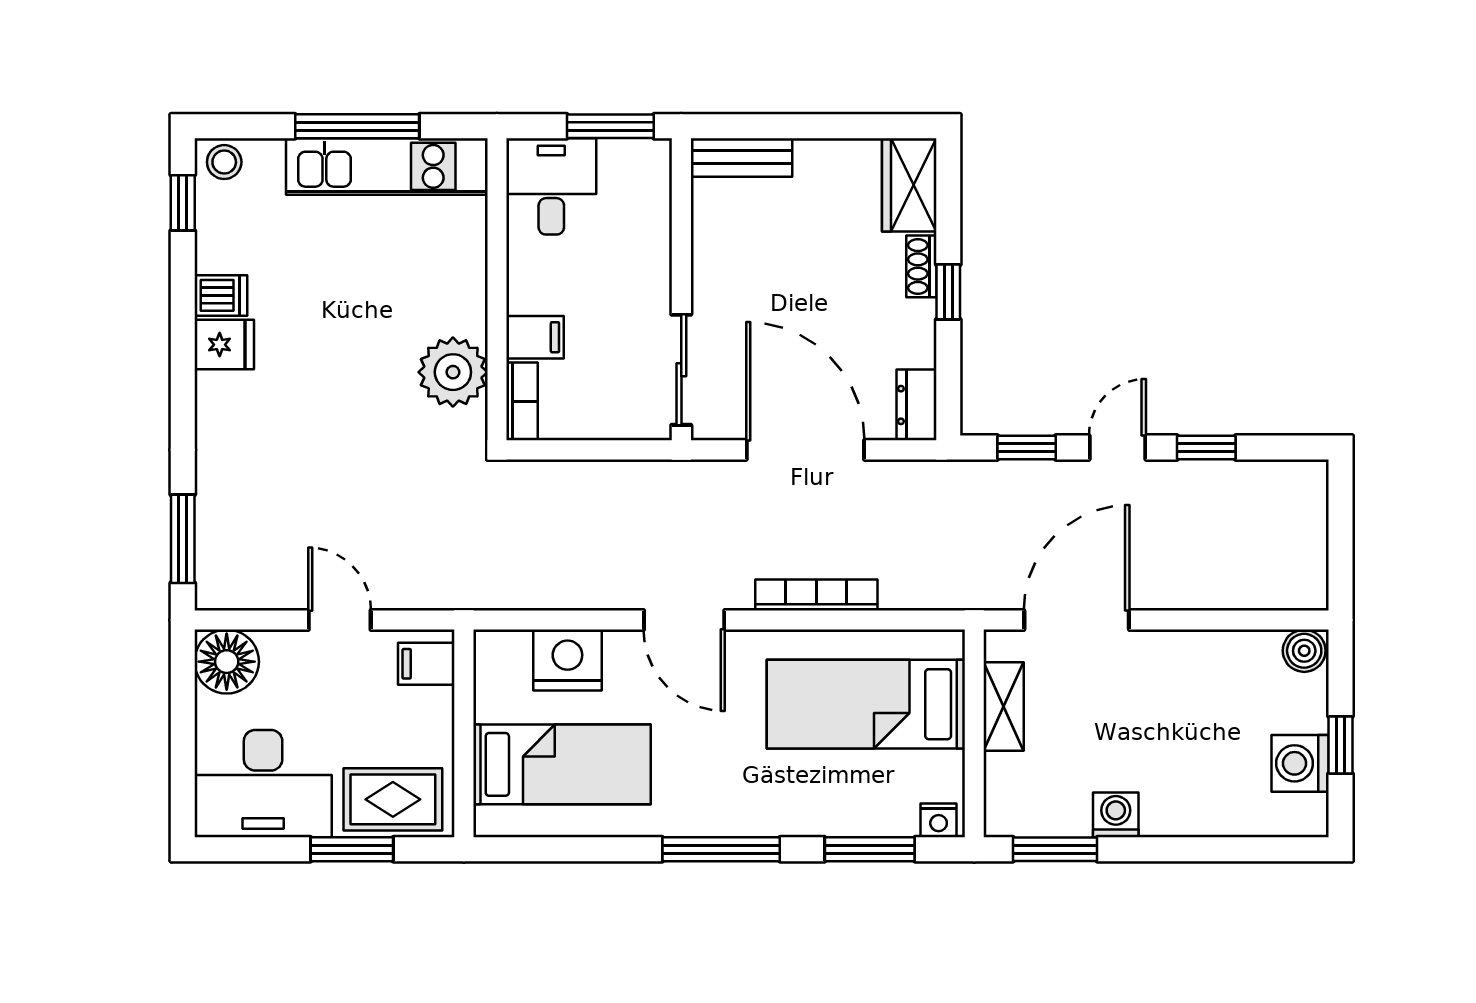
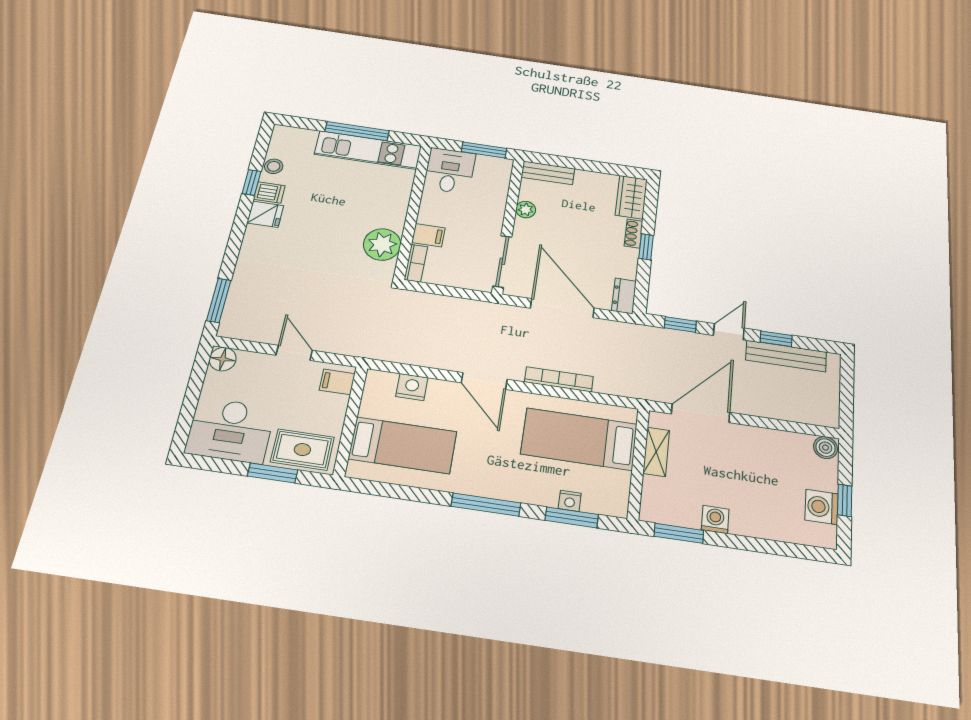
stool: (224, 162) -> (274, 166), moved
window: (183, 203) -> (251, 182), moved
plant: (710, 249) -> (526, 210), added
bench: (1226, 480) -> (786, 356), added
nightstand: (567, 660) -> (412, 387), width x0.74, depth x0.75
floor lamp: (227, 662) -> (223, 359), width x0.73, depth x0.73
nightstand: (939, 820) -> (570, 501), moved

